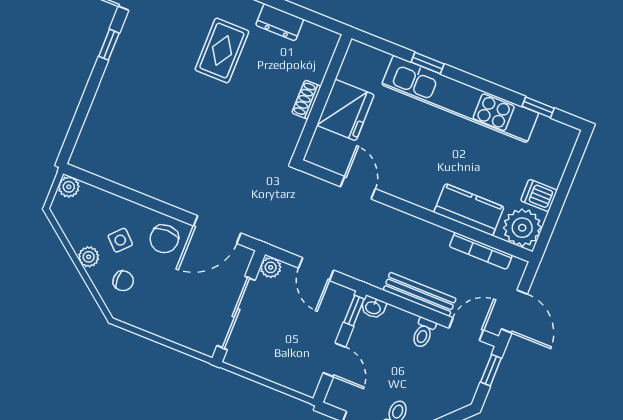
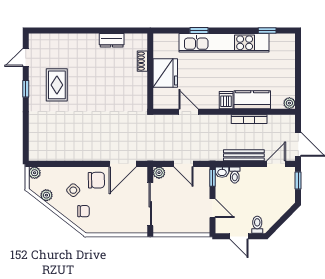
rug: (222, 51) -> (57, 85), moved
shoe rack: (306, 100) -> (142, 61), moved
dishwasher: (539, 195) -> (226, 100), moved, turned 90
plant: (522, 228) -> (289, 103), width x0.53, depth x0.53
chair: (164, 239) -> (96, 180), turned -91
bookcase: (481, 251) -> (249, 119), moved
plant: (89, 257) -> (46, 195), moved
toilet: (423, 333) -> (235, 175), moved

